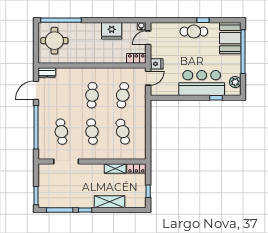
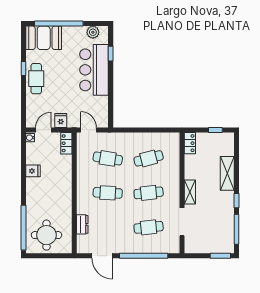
fridge: (112, 31) -> (33, 171), width x0.53, depth x0.75
door: (148, 38) -> (43, 130), swing flipped
fridge: (157, 64) -> (61, 120), moved
dresser: (47, 73) -> (82, 224), moved
shelving: (115, 168) -> (190, 192), moved

